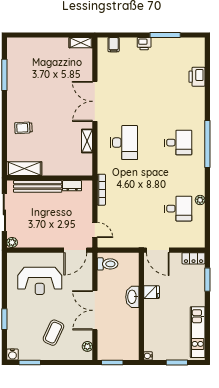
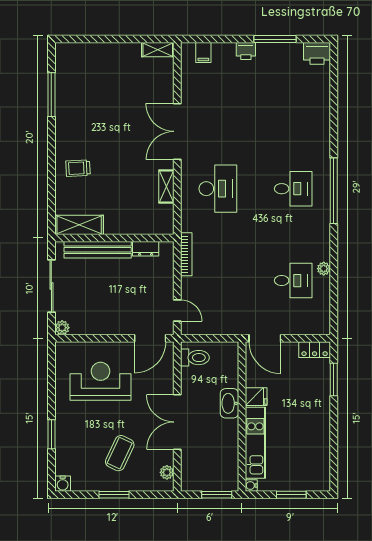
printer: (197, 77) -> (317, 53), moved, turned -90
reception desk: (40, 281) -> (101, 381), turned 180
kitchen unit: (198, 332) -> (255, 443), moved, turned 180
window: (30, 363) -> (114, 495), moved
window: (112, 363) -> (217, 495), moved

